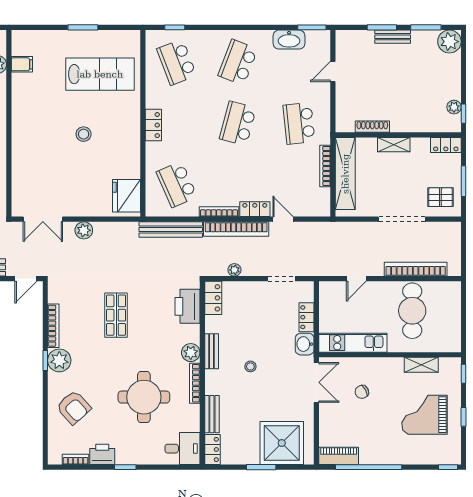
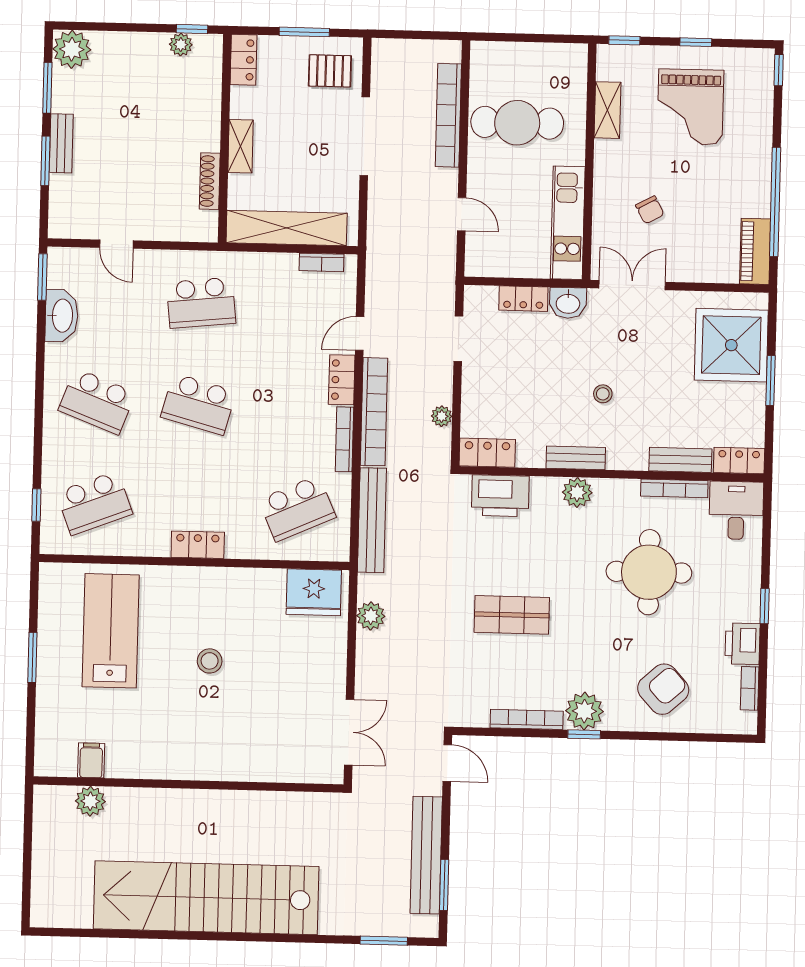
bookcase: (325, 166) -> (322, 262), moved, width x0.64
pallet: (440, 197) -> (330, 71), turned 90
plant: (84, 230) -> (371, 616), moved
bookcase: (195, 383) -> (674, 488), moved

